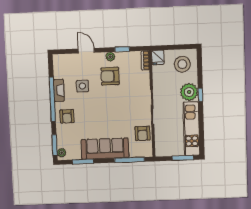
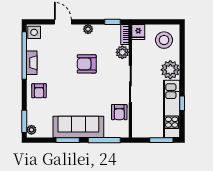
window: (122, 49) -> (112, 22), moved
armchair: (110, 76) -> (87, 64), moved
plant: (143, 77) -> (122, 52), added
side table: (82, 86) -> (34, 32), moved
window: (200, 95) -> (182, 103), moved
window: (52, 99) -> (24, 56), moved
window: (83, 162) -> (68, 140), moved

